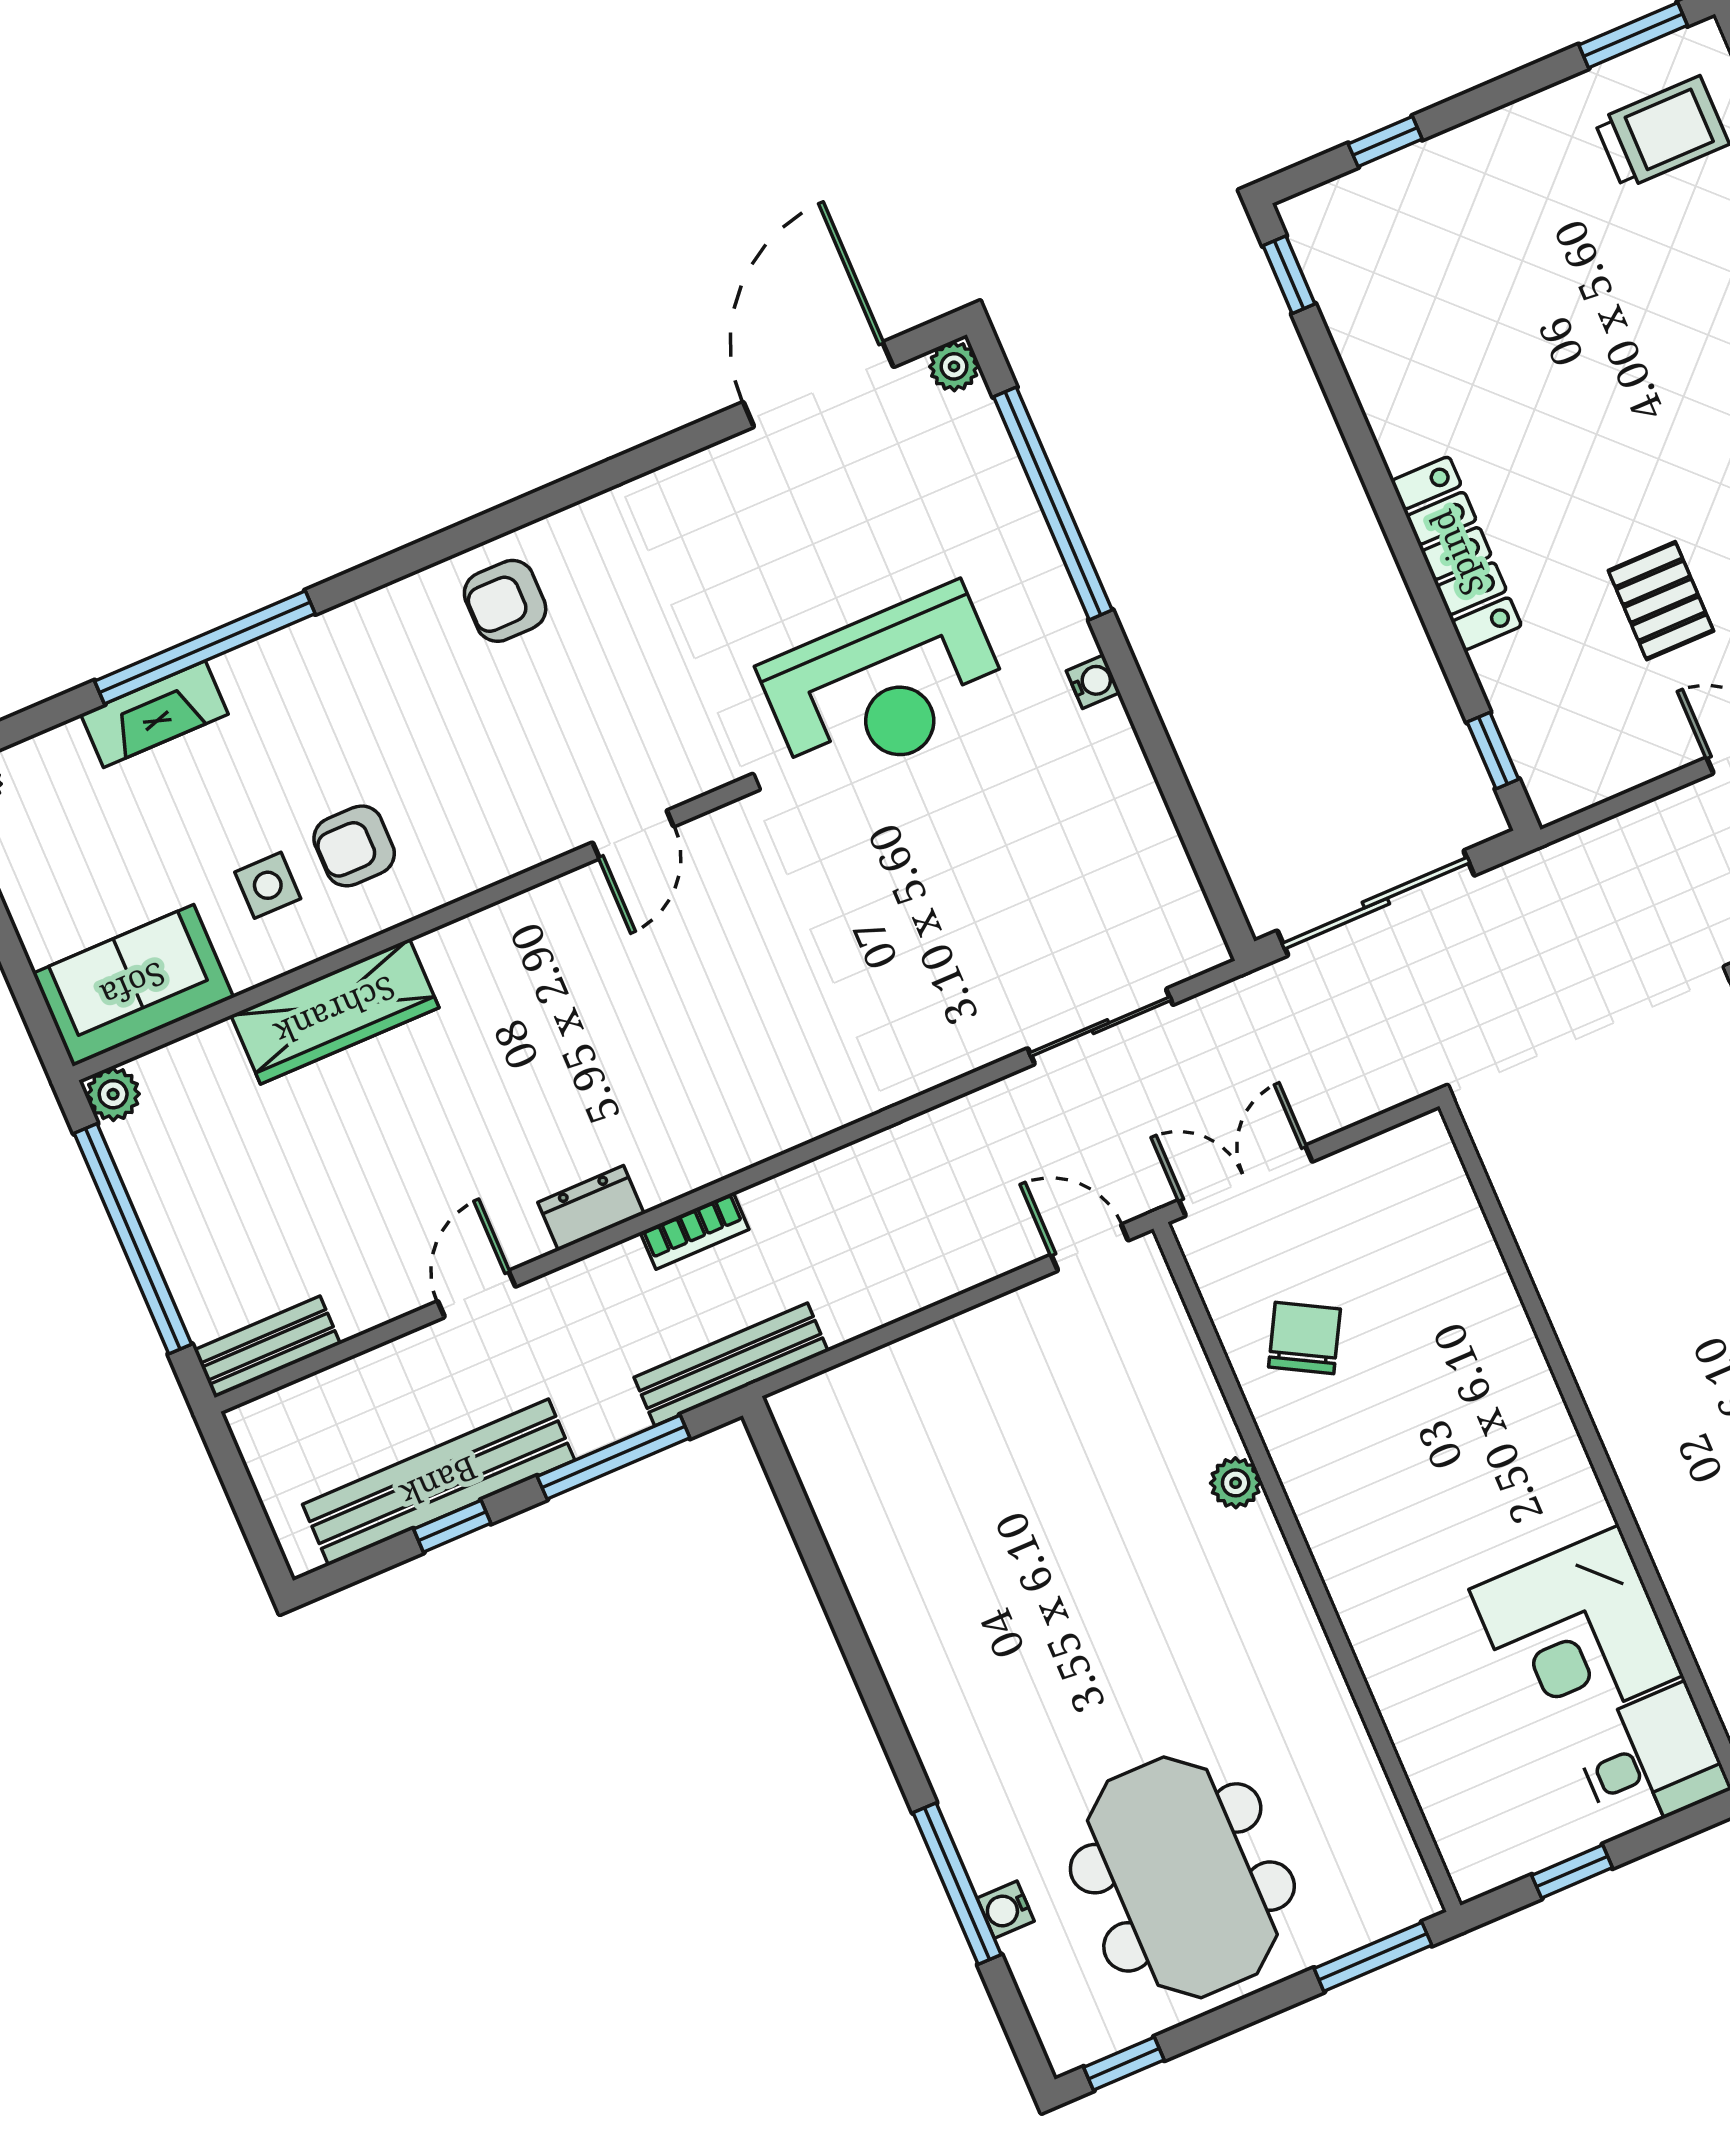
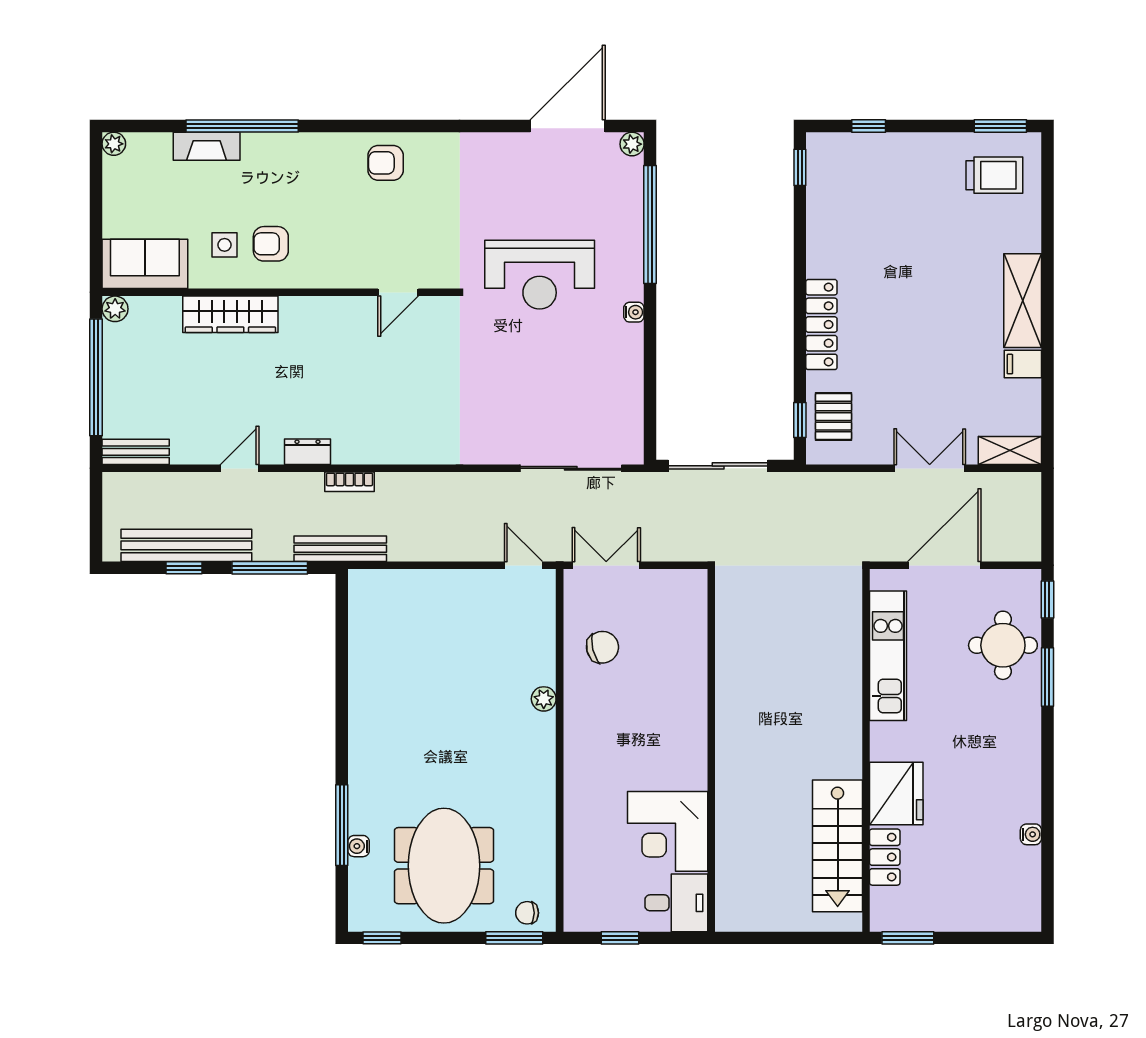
pallet: (1661, 601) -> (834, 417), moved
sliding door: (1100, 1027) -> (571, 468), width x1.37
chair: (1304, 1338) -> (602, 647), turned 47
chair: (1377, 1899) -> (527, 913), added

